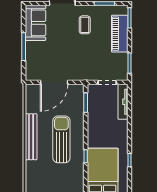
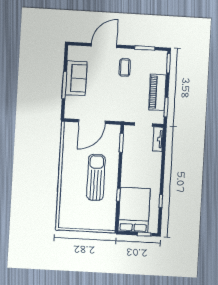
sofa: (36, 23) -> (76, 78), moved
piano: (120, 34) -> (157, 92), moved
tv unit: (123, 102) -> (158, 139), width x0.71
bench: (31, 137) -> (66, 173), removed

